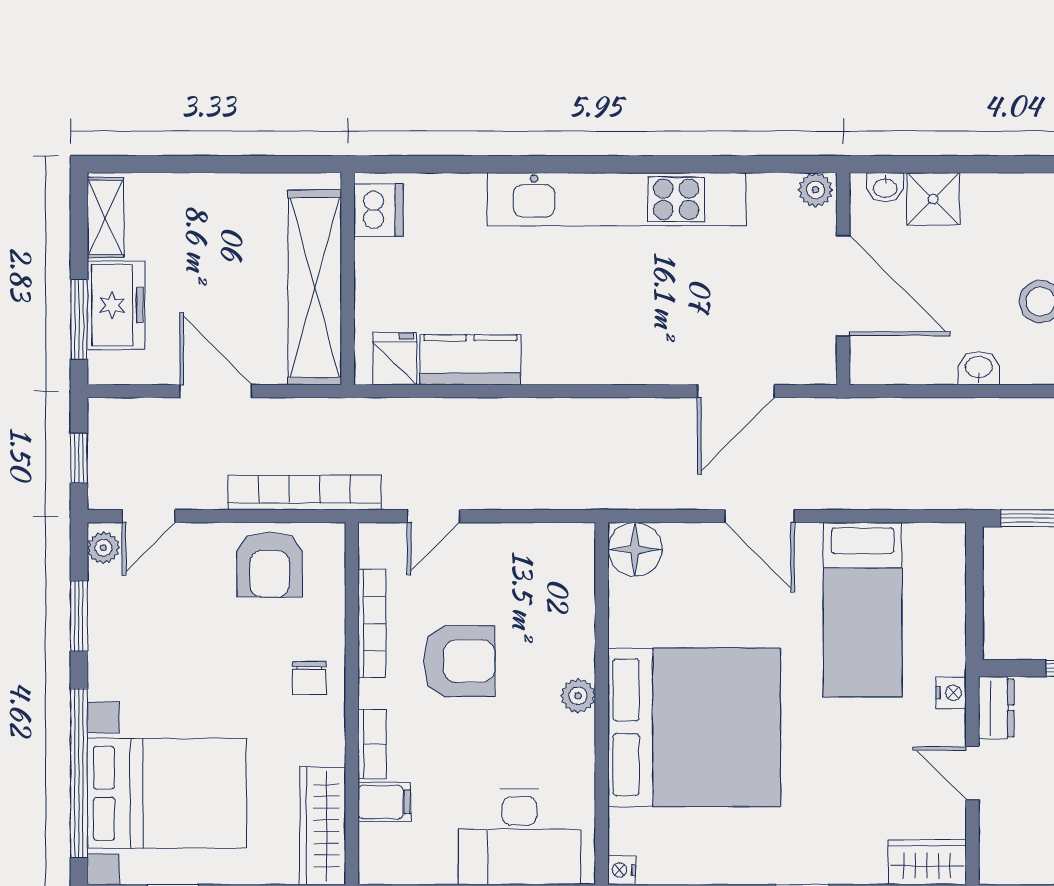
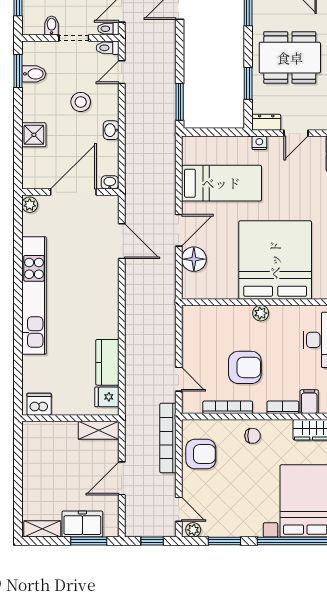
washbasin: (885, 187) -> (110, 182), moved, turned -90
shower: (933, 199) -> (34, 135), moved
shelving: (315, 287) -> (99, 430), width x0.45, depth x0.75
floor lamp: (635, 549) -> (194, 259), moved
armchair: (459, 661) -> (245, 367), turned 90

